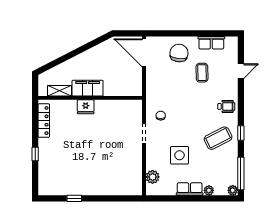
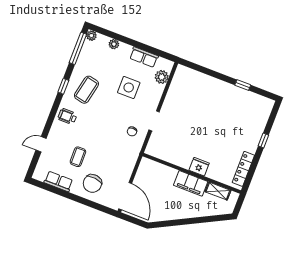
coffee table: (218, 138) -> (86, 90), turned -51
row of seats: (190, 189) -> (144, 57), moved

